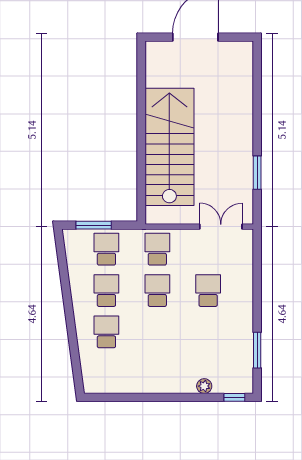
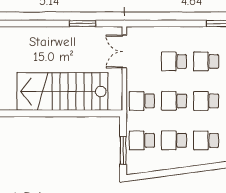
school desk: (157, 332) -> (206, 101), added
school desk: (208, 332) -> (206, 61), added

